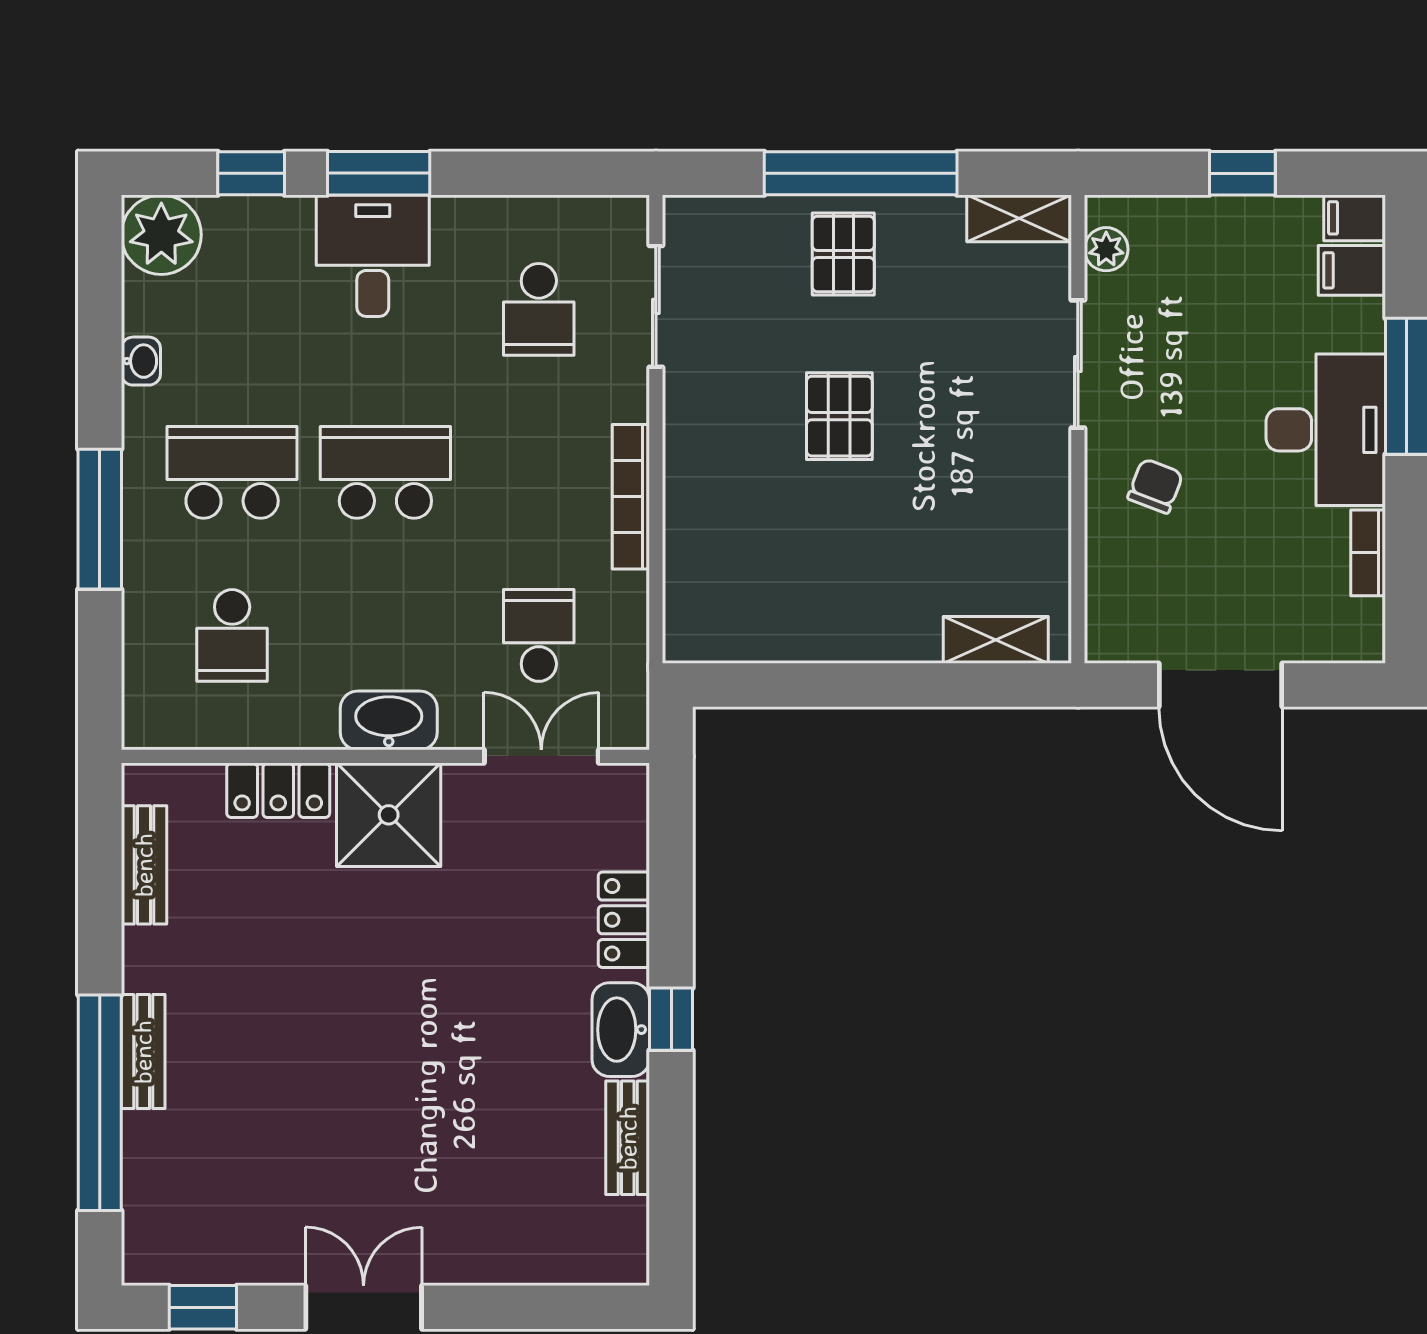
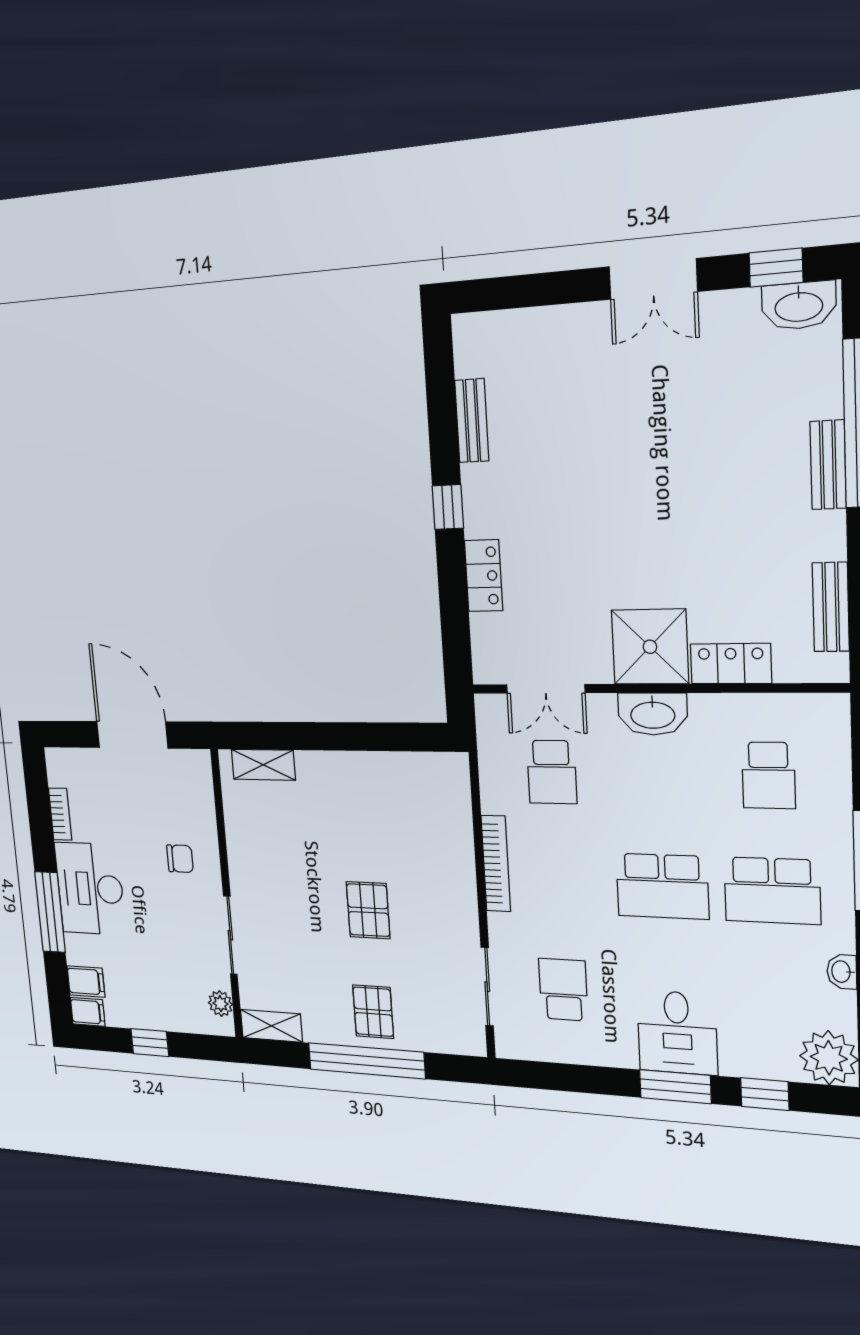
chair: (1155, 486) -> (180, 859), turned -111
school desk: (232, 635) -> (769, 775), turned 180
washbasin: (621, 1030) -> (799, 306), moved, turned 90

